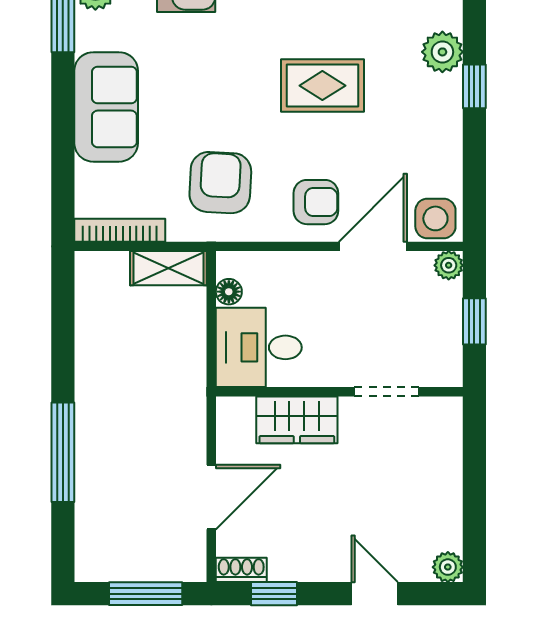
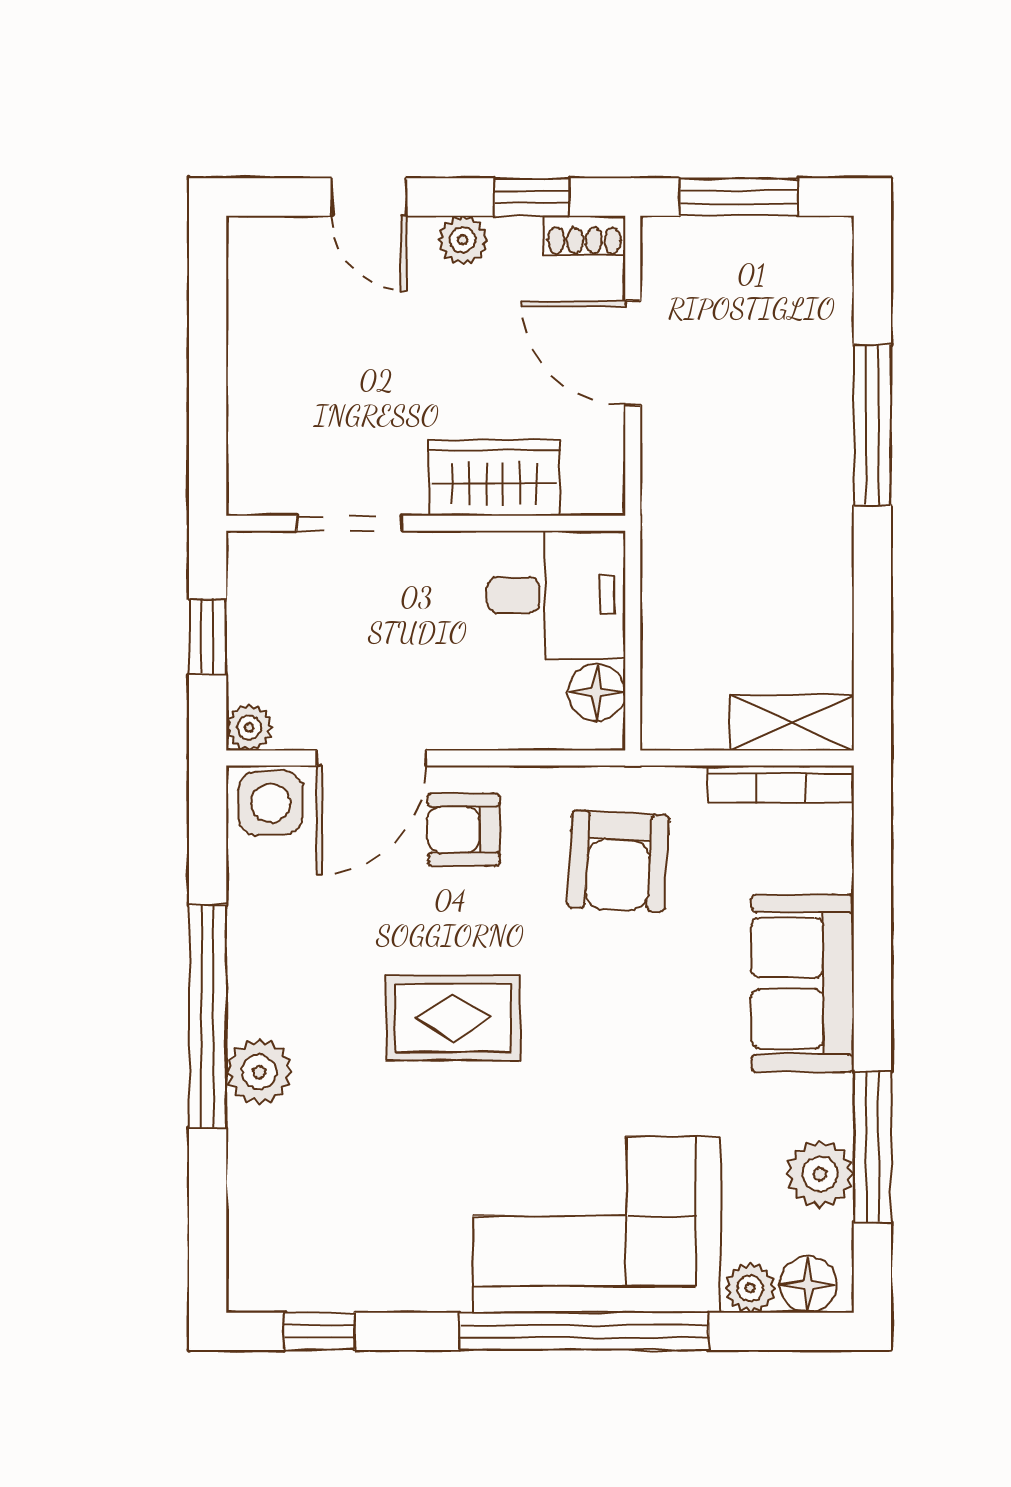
window: (474, 86) -> (208, 1016), width x3.17
shelving: (168, 268) -> (792, 723), moved
floor lamp: (229, 292) -> (597, 692), width x1.37, depth x1.37
door: (211, 497) -> (633, 353), hinge flipped
plant: (448, 567) -> (463, 240), moved

